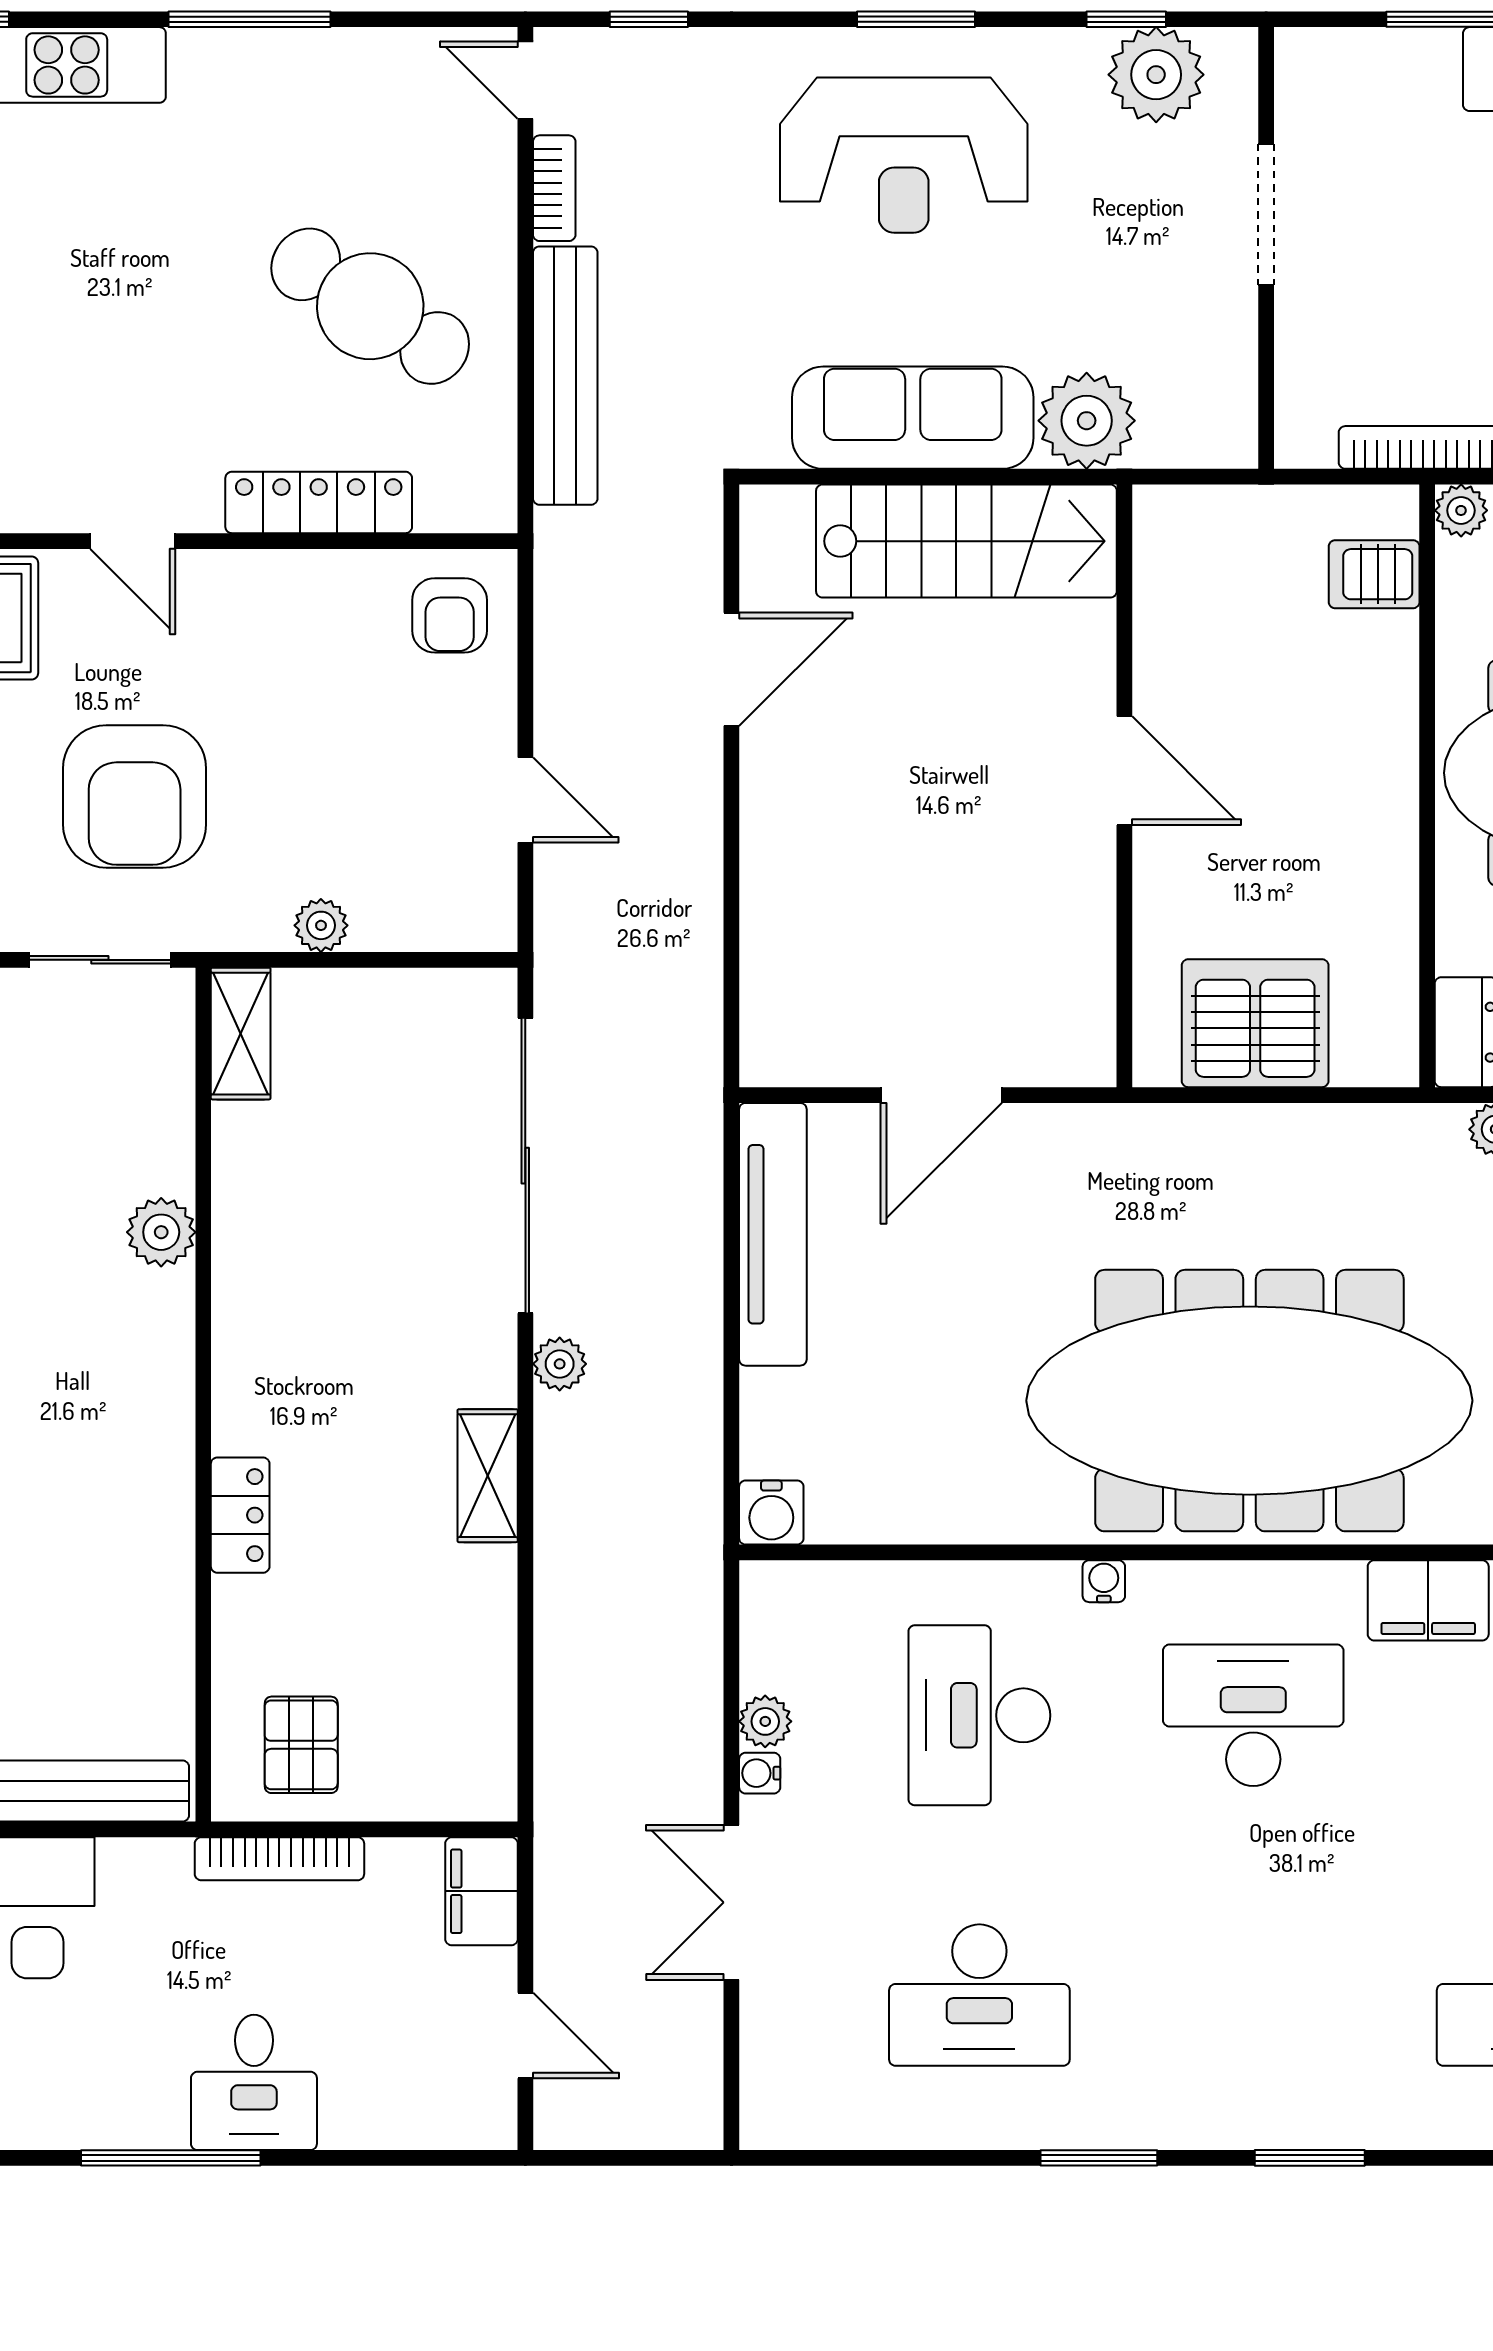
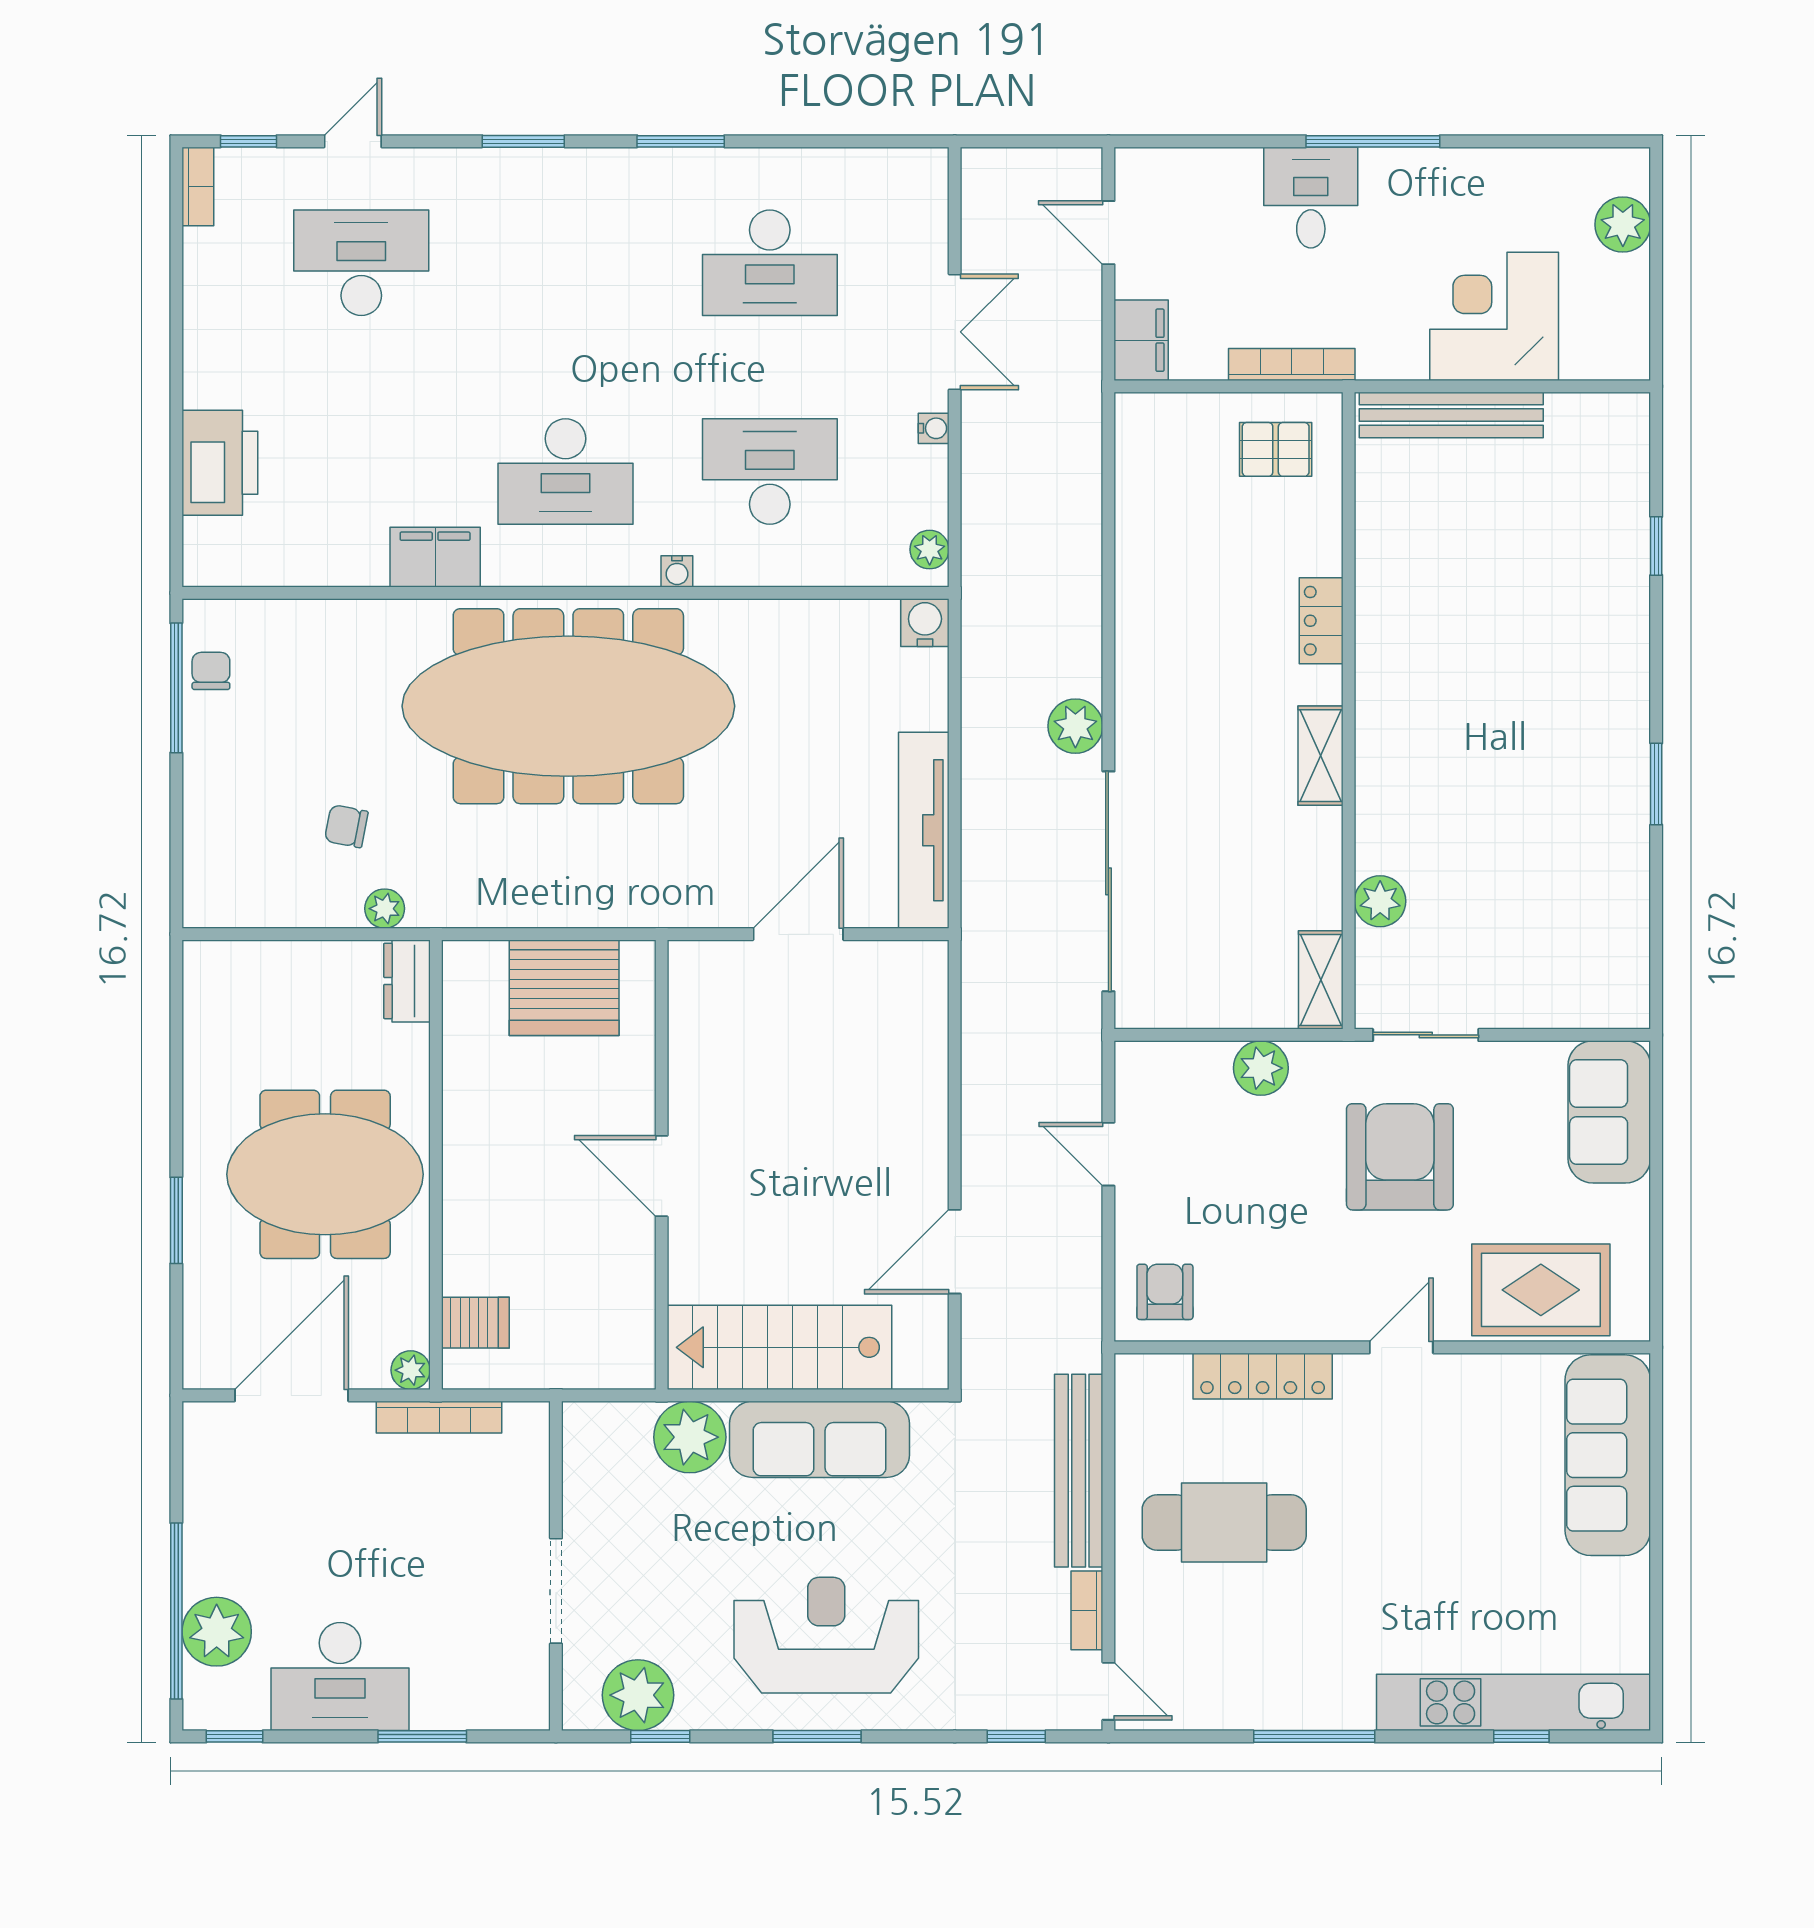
cafe table: (370, 306) -> (1224, 1522), turned -33
door: (133, 541) -> (1401, 1347), hinge flipped
plant: (321, 925) -> (1261, 1068), width x1.38, depth x1.38
plant: (161, 1232) -> (1380, 901), moved
plant: (560, 1364) -> (1075, 726), width x1.38, depth x1.38
shelving: (488, 1476) -> (1321, 756), moved
desk: (979, 1715) -> (770, 471), turned -90
plant: (765, 1721) -> (930, 550), moved
pallet: (301, 1745) -> (1276, 449), turned 90
desk: (979, 1995) -> (770, 263), turned 180

